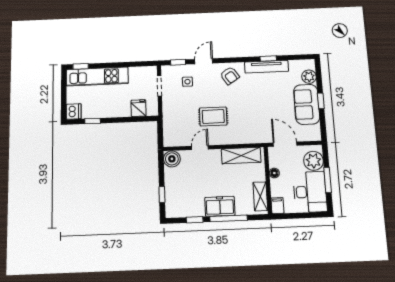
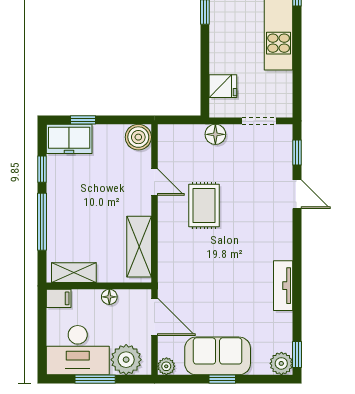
window: (268, 58) -> (297, 355), moved
tv unit: (266, 67) -> (283, 286), width x0.71
armchair: (230, 76) -> (271, 236), removed
plant: (309, 77) -> (281, 363), moved
side table: (187, 82) -> (264, 166), removed
floor lamp: (169, 111) -> (215, 134), added
plant: (316, 136) -> (166, 366), added
door: (285, 144) -> (154, 317), hinge flipped
freezer: (220, 206) -> (69, 139), moved, turned 90

